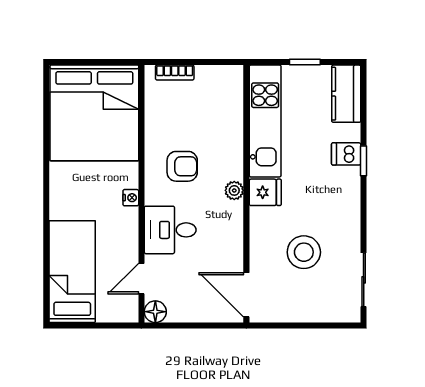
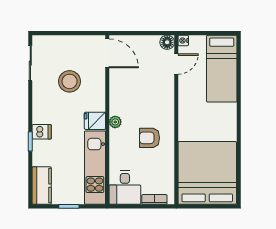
dishwasher: (346, 154) -> (42, 132), moved
nightstand: (131, 198) -> (183, 40), moved
desk: (170, 230) -> (125, 188), moved, turned 90

